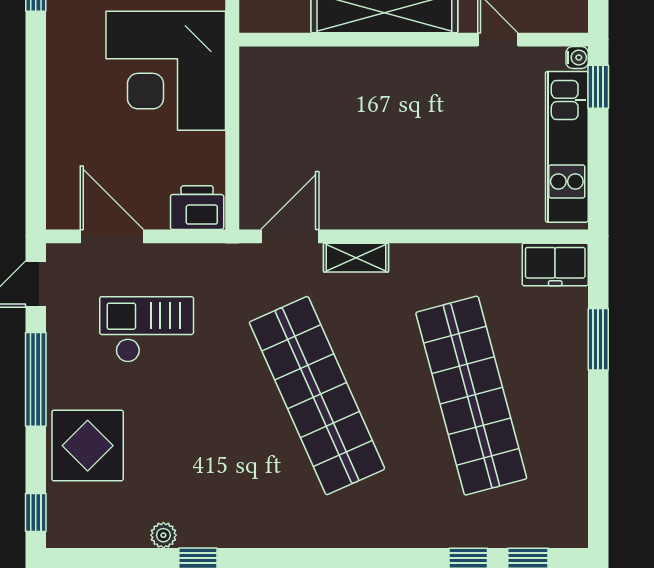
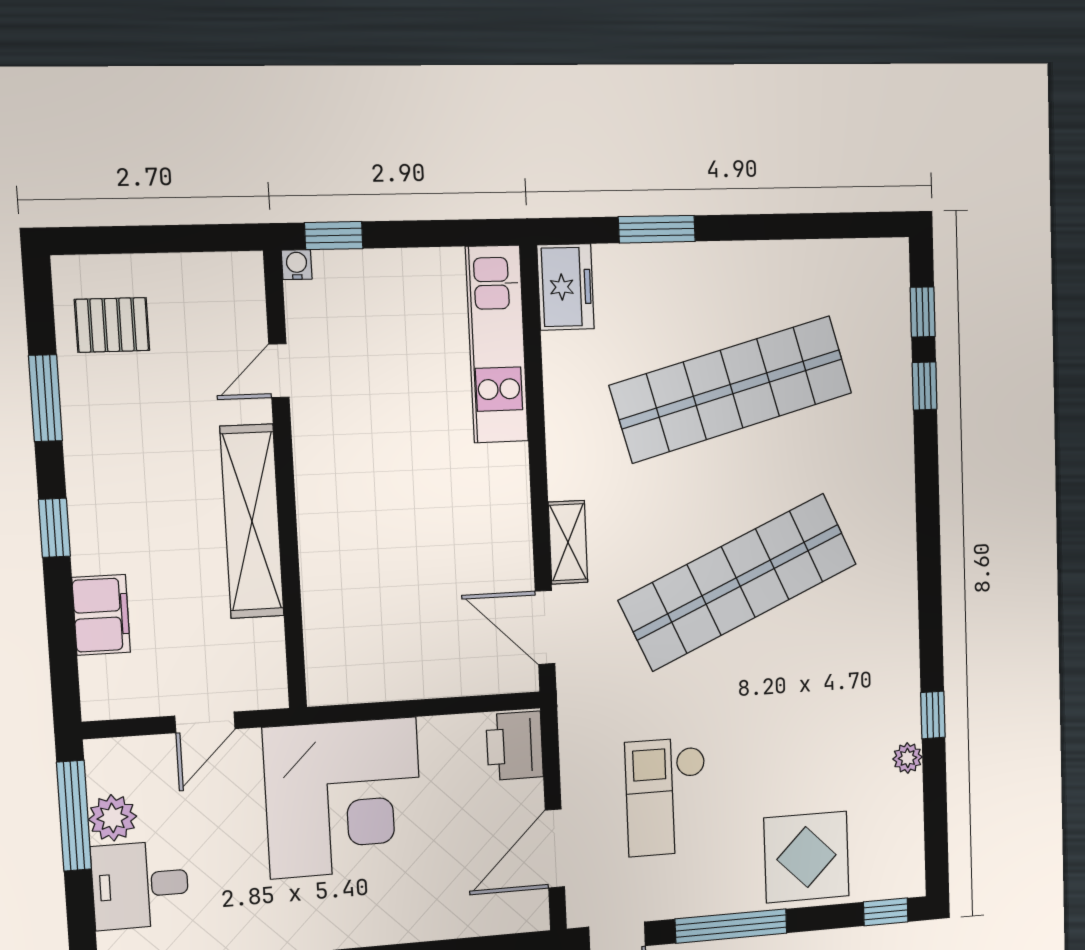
kitchen unit: (567, 147) -> (497, 344), moved, turned 90

